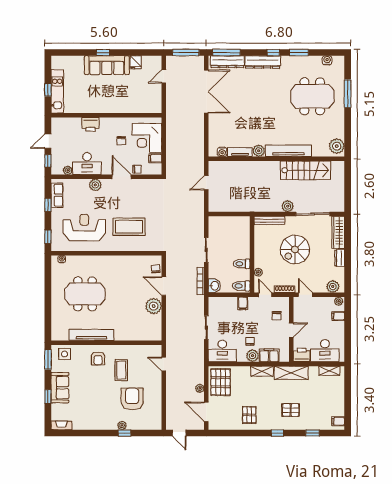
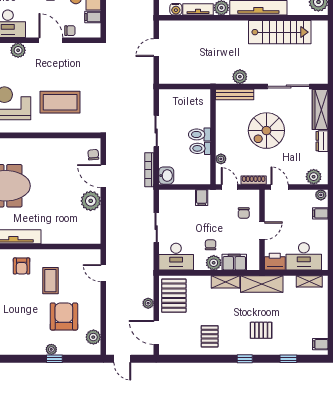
plant: (288, 206) -> (240, 77), moved
toilet: (241, 286) -> (199, 134), moved
plant: (156, 416) -> (93, 337), added

